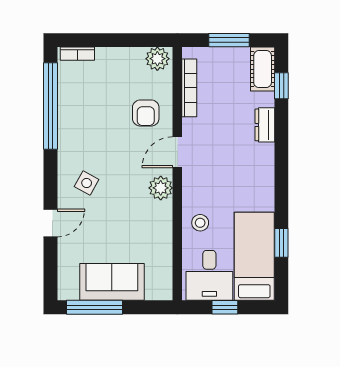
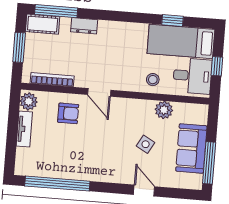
bookcase: (77, 54) -> (20, 160), removed
tv unit: (120, 56) -> (24, 129), added
window: (281, 86) -> (56, 11), width x2.17
side table: (87, 183) -> (146, 144), moved
plant: (161, 188) -> (164, 110), moved

